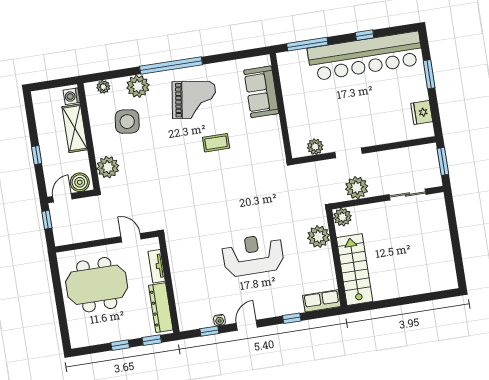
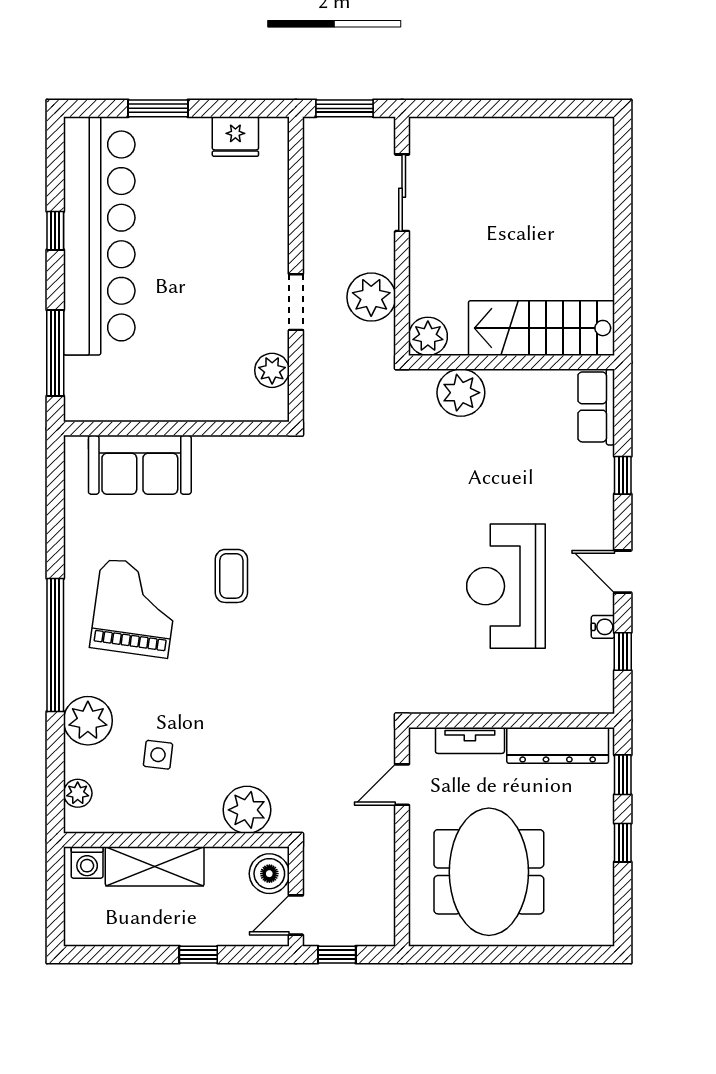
side table: (127, 122) -> (158, 755), width x0.54, depth x0.54
door: (62, 198) -> (296, 915), hinge flipped
reception desk: (253, 255) -> (506, 586), moved

